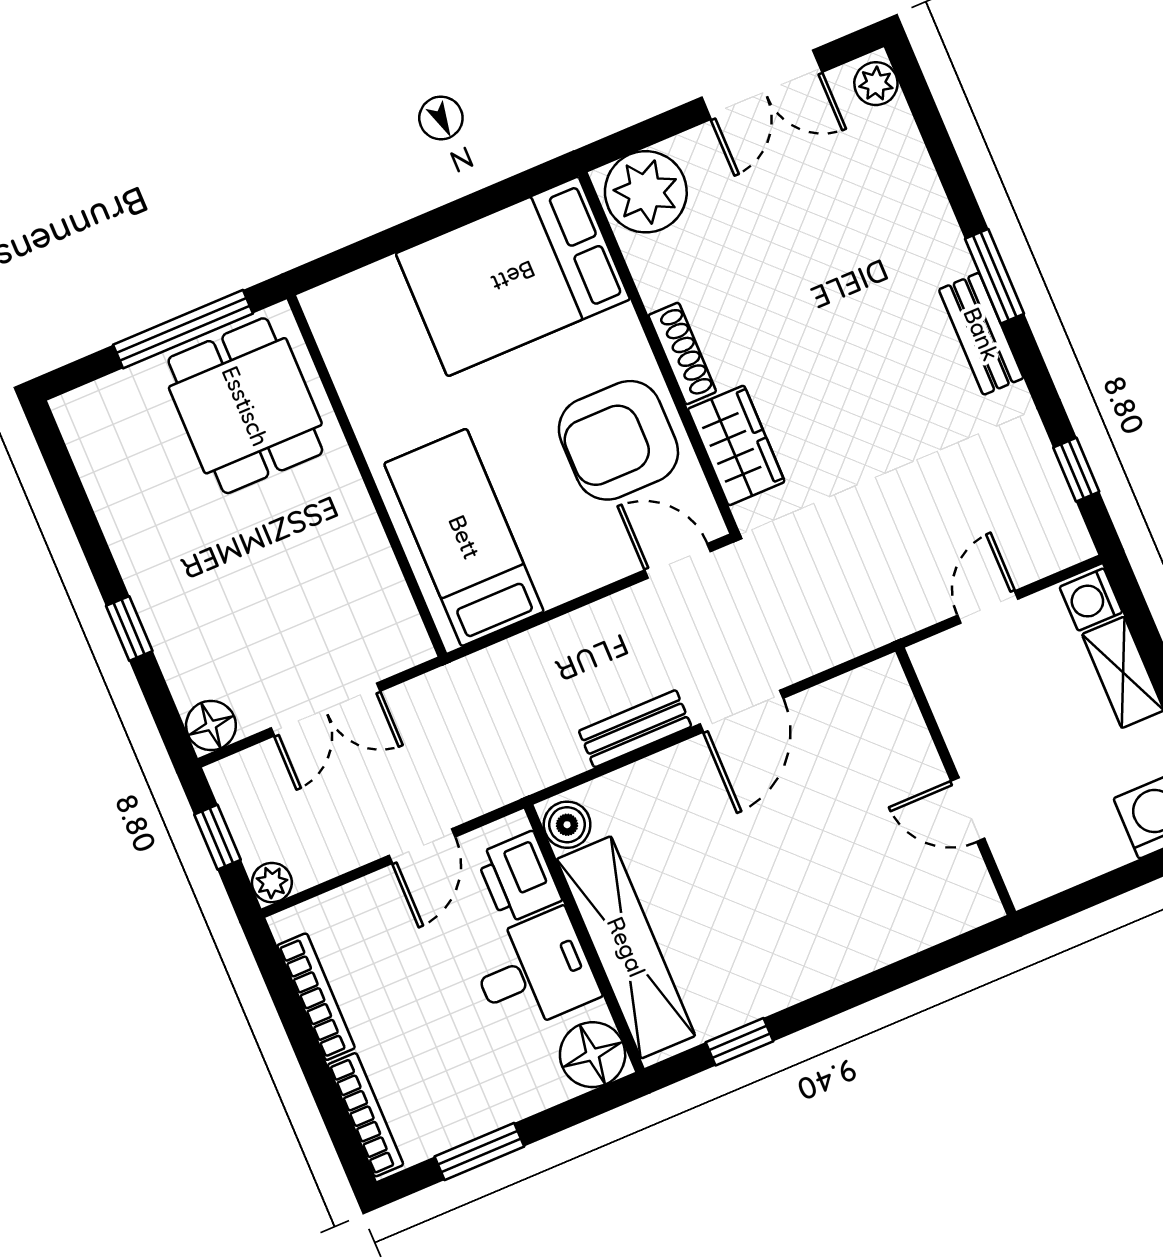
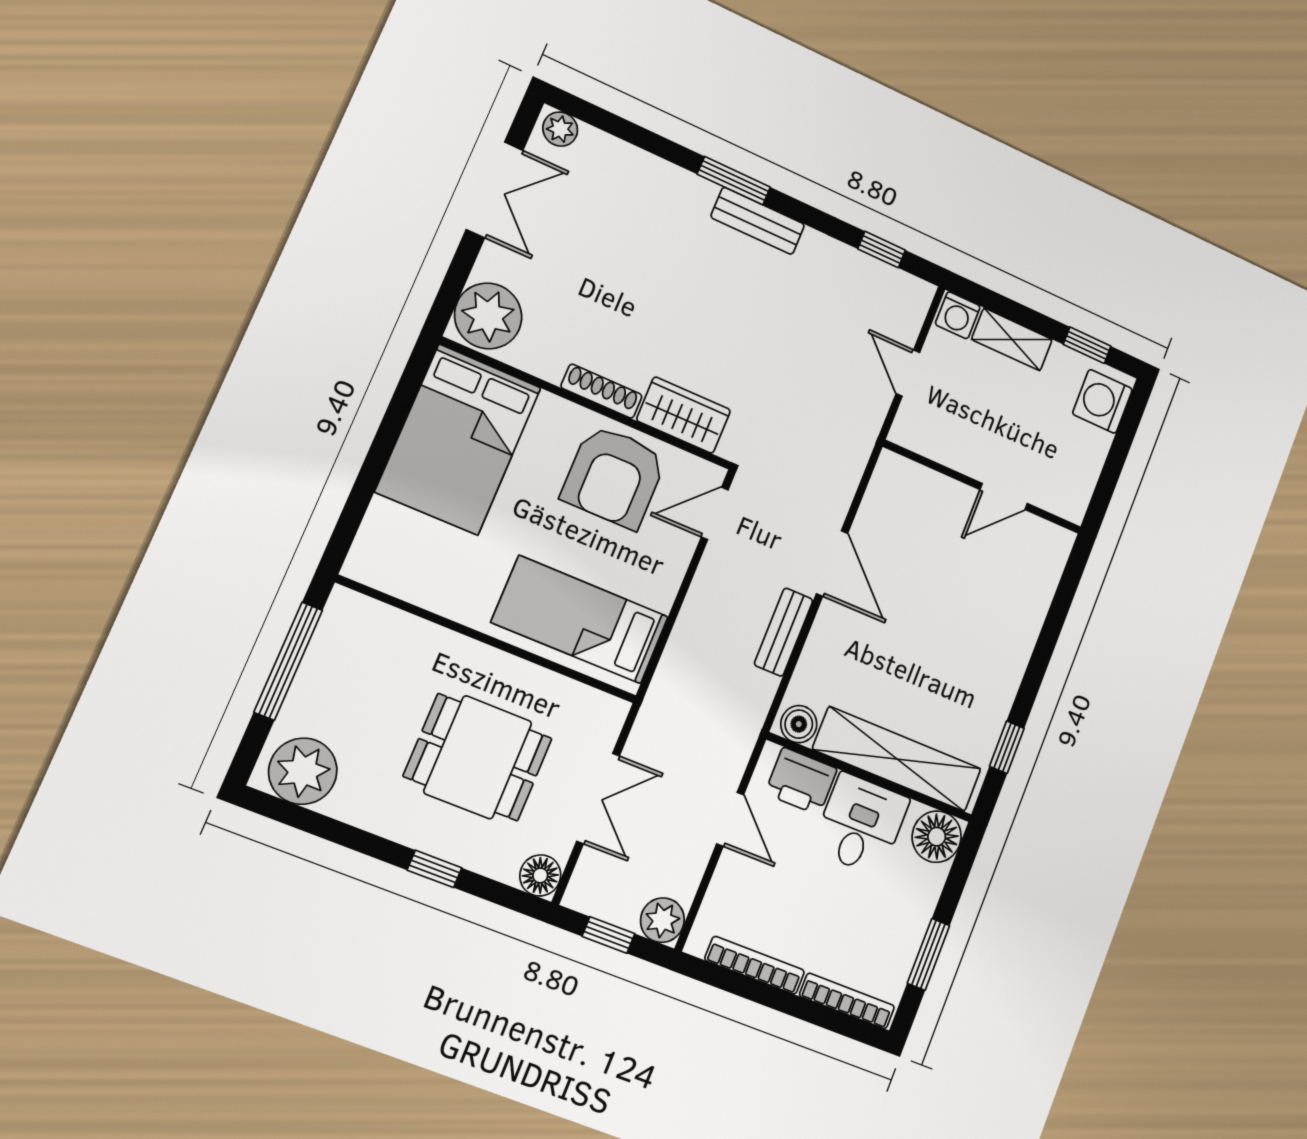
dining table: (245, 406) -> (478, 757), moved
plant: (104, 435) -> (303, 771), added
plant: (272, 883) -> (662, 920), width x1.38, depth x1.38

